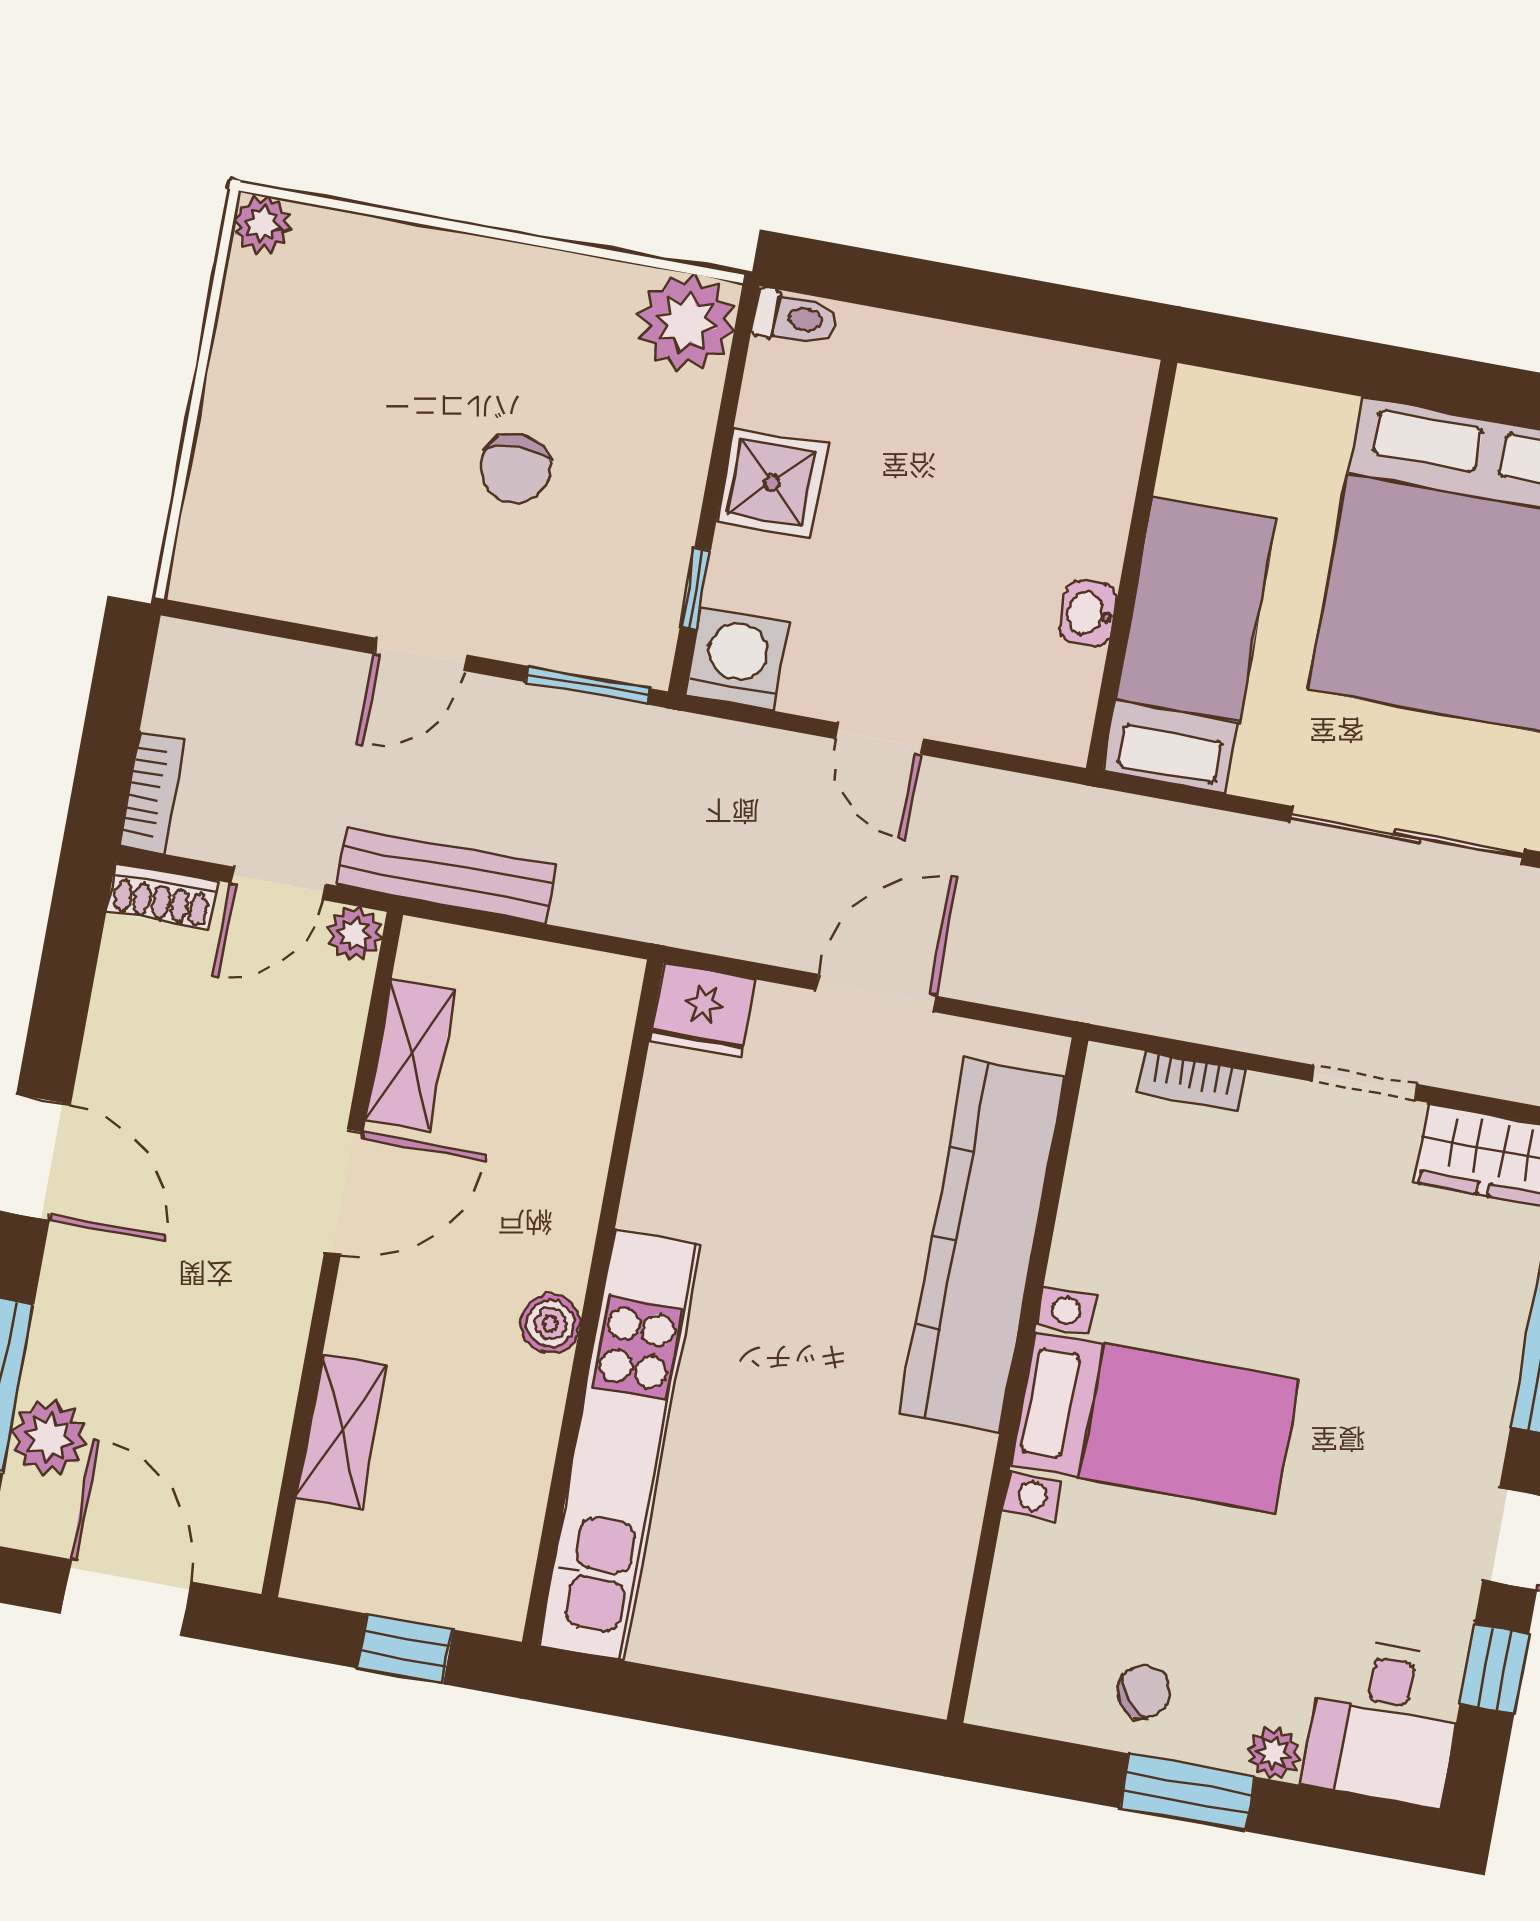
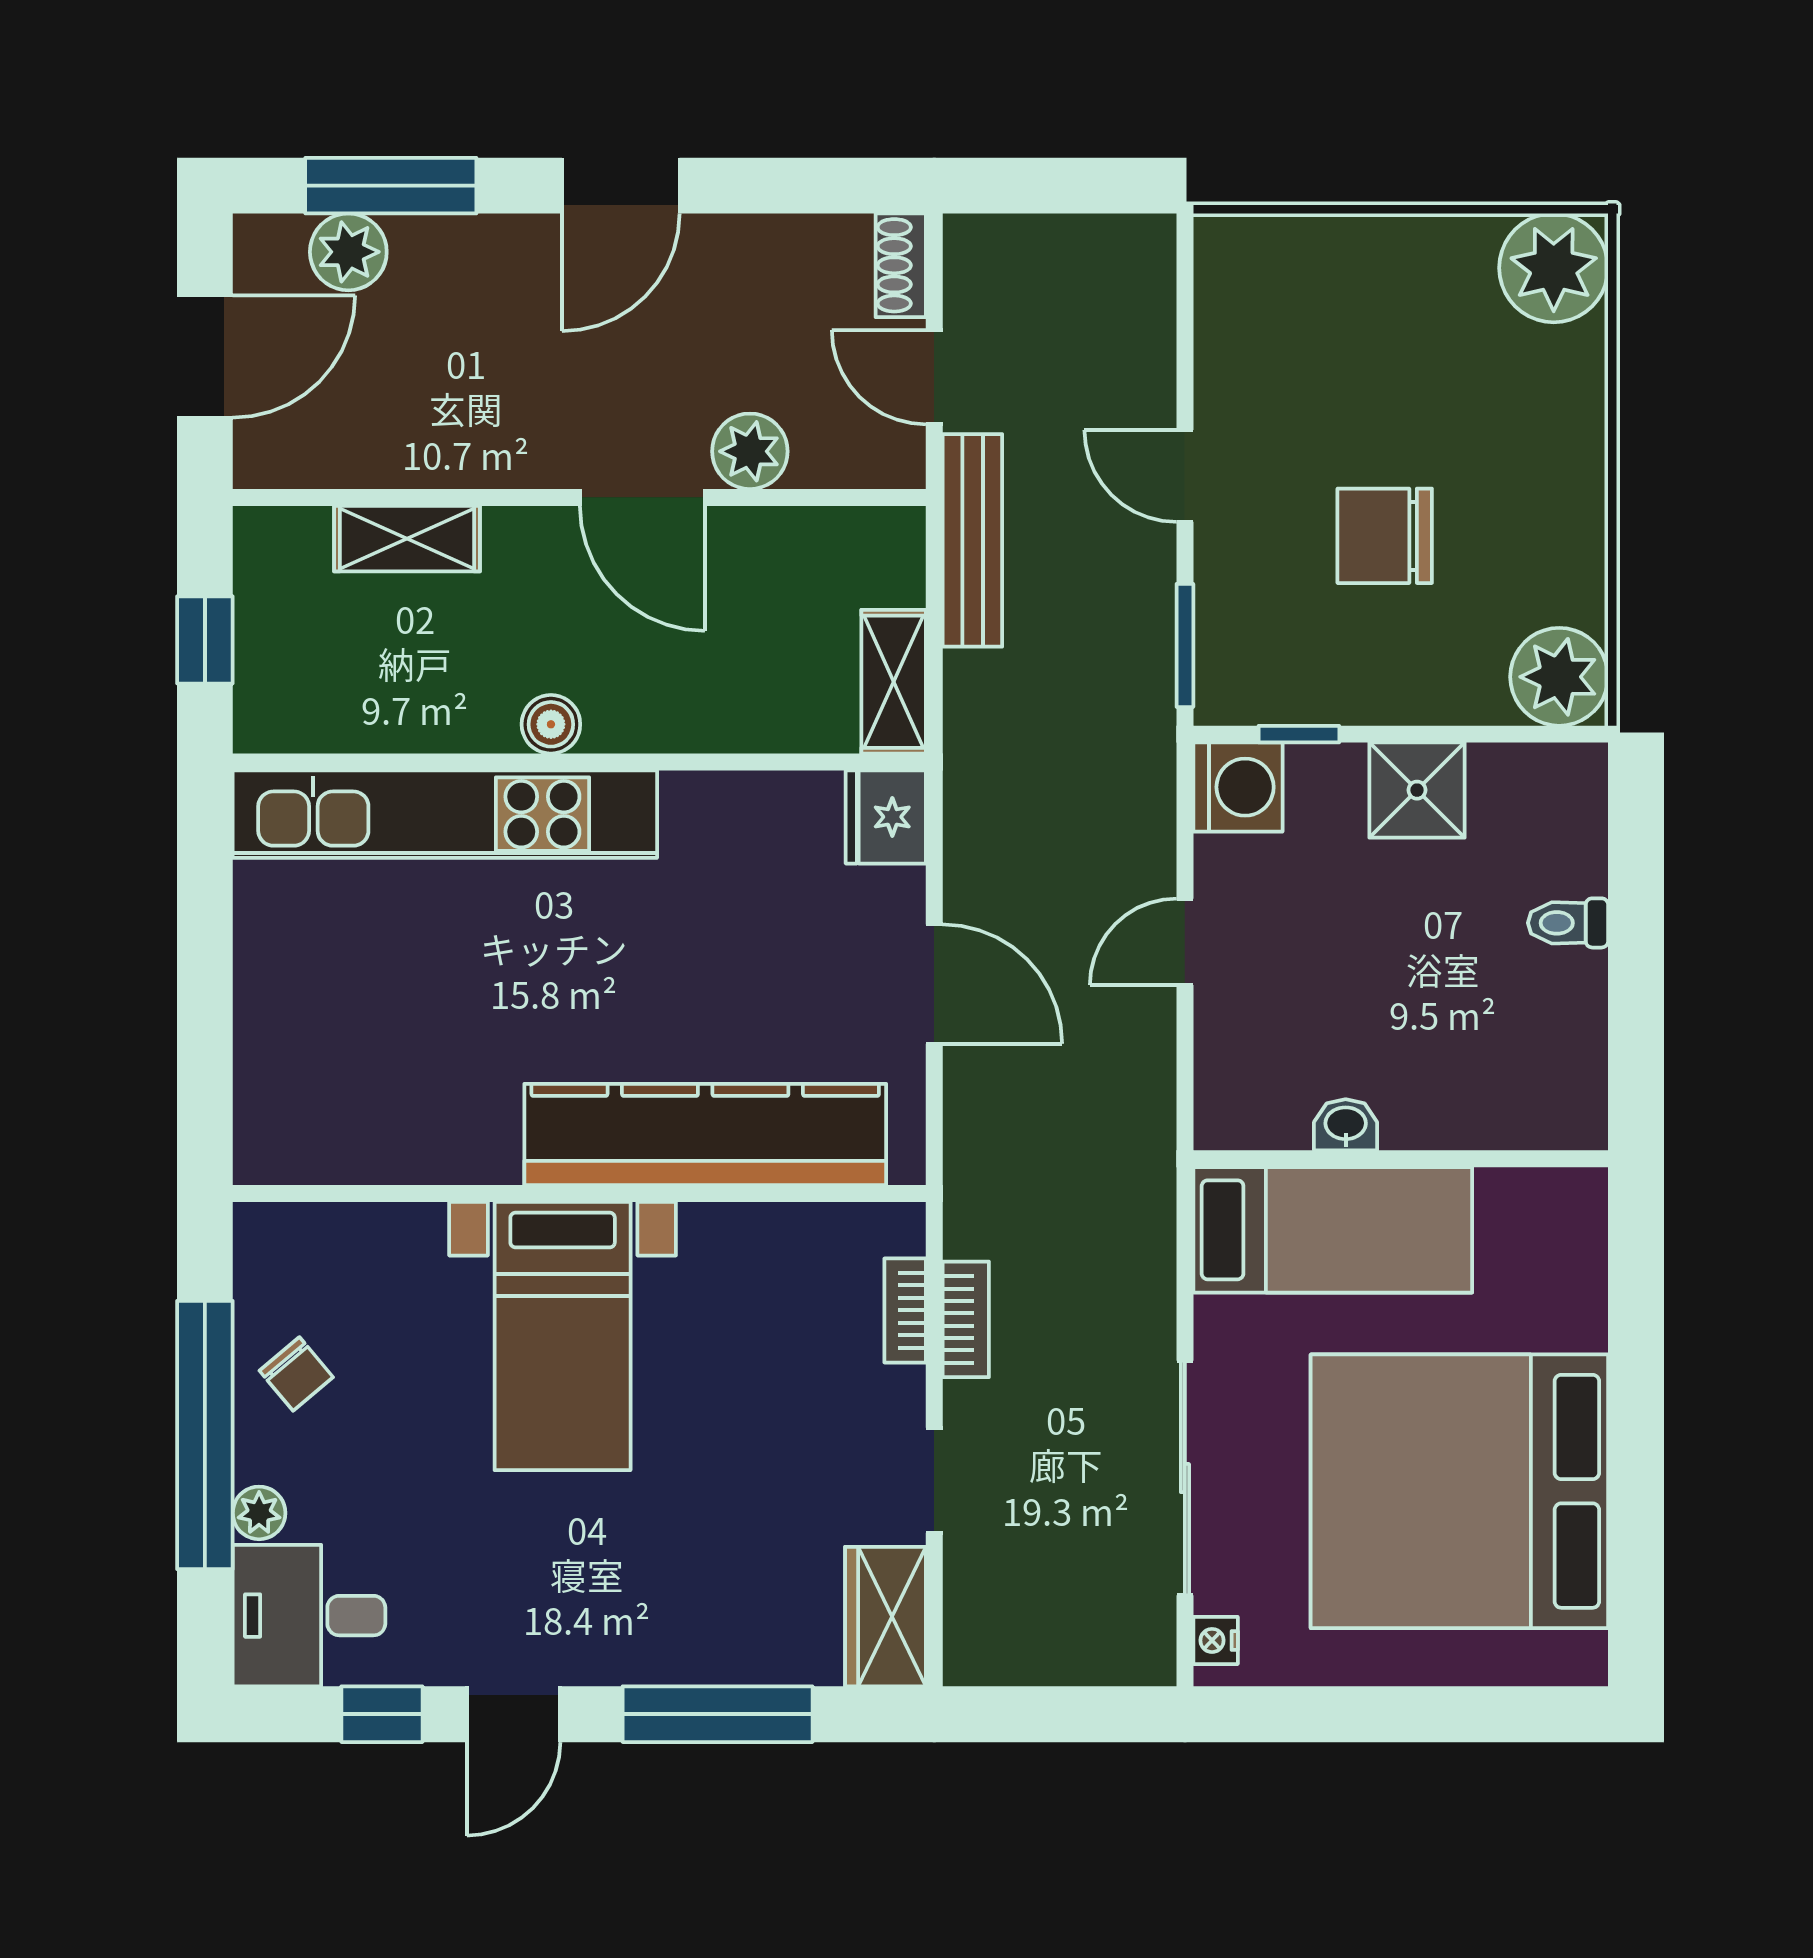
plant: (262, 224) -> (1554, 268), width x1.88, depth x1.88
toilet: (794, 318) -> (1568, 923), moved, turned 90
chair: (516, 469) -> (1385, 536), width x1.37, depth x1.37
bookcase: (152, 793) -> (966, 1319), moved, turned -90
plant: (355, 934) -> (750, 451), moved, width x1.38, depth x1.38
shelving: (410, 1055) -> (894, 682), moved, turned 90
window: (1188, 1792) -> (205, 1435), width x2.11

